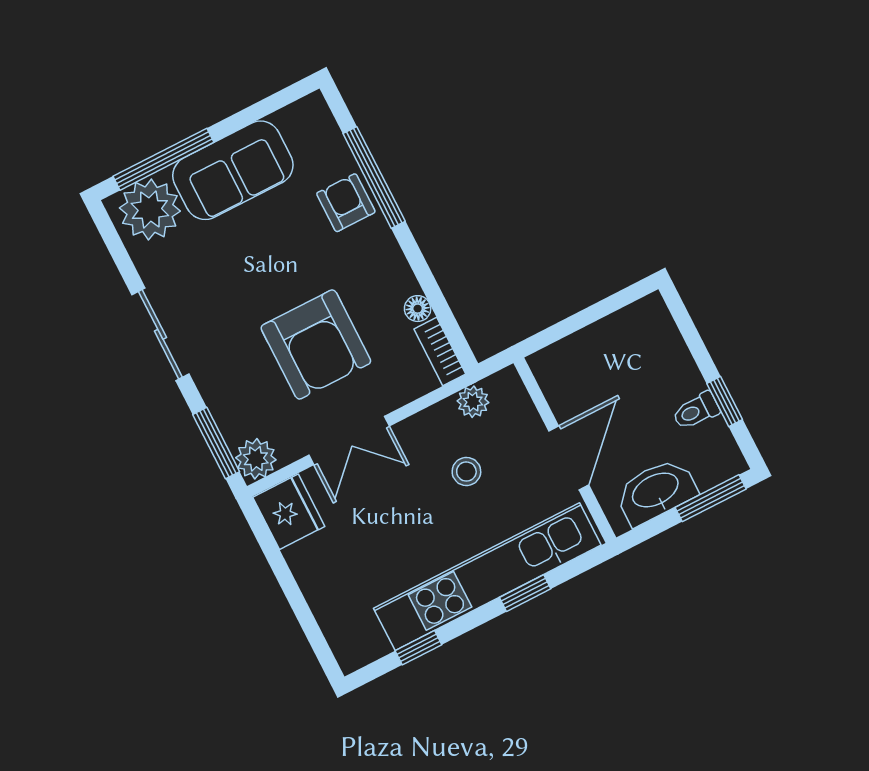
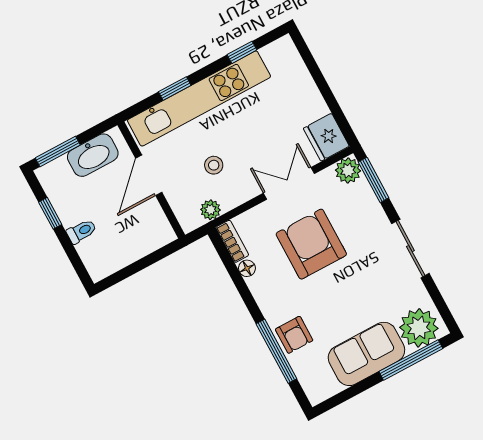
toilet: (696, 411) -> (81, 231), moved

